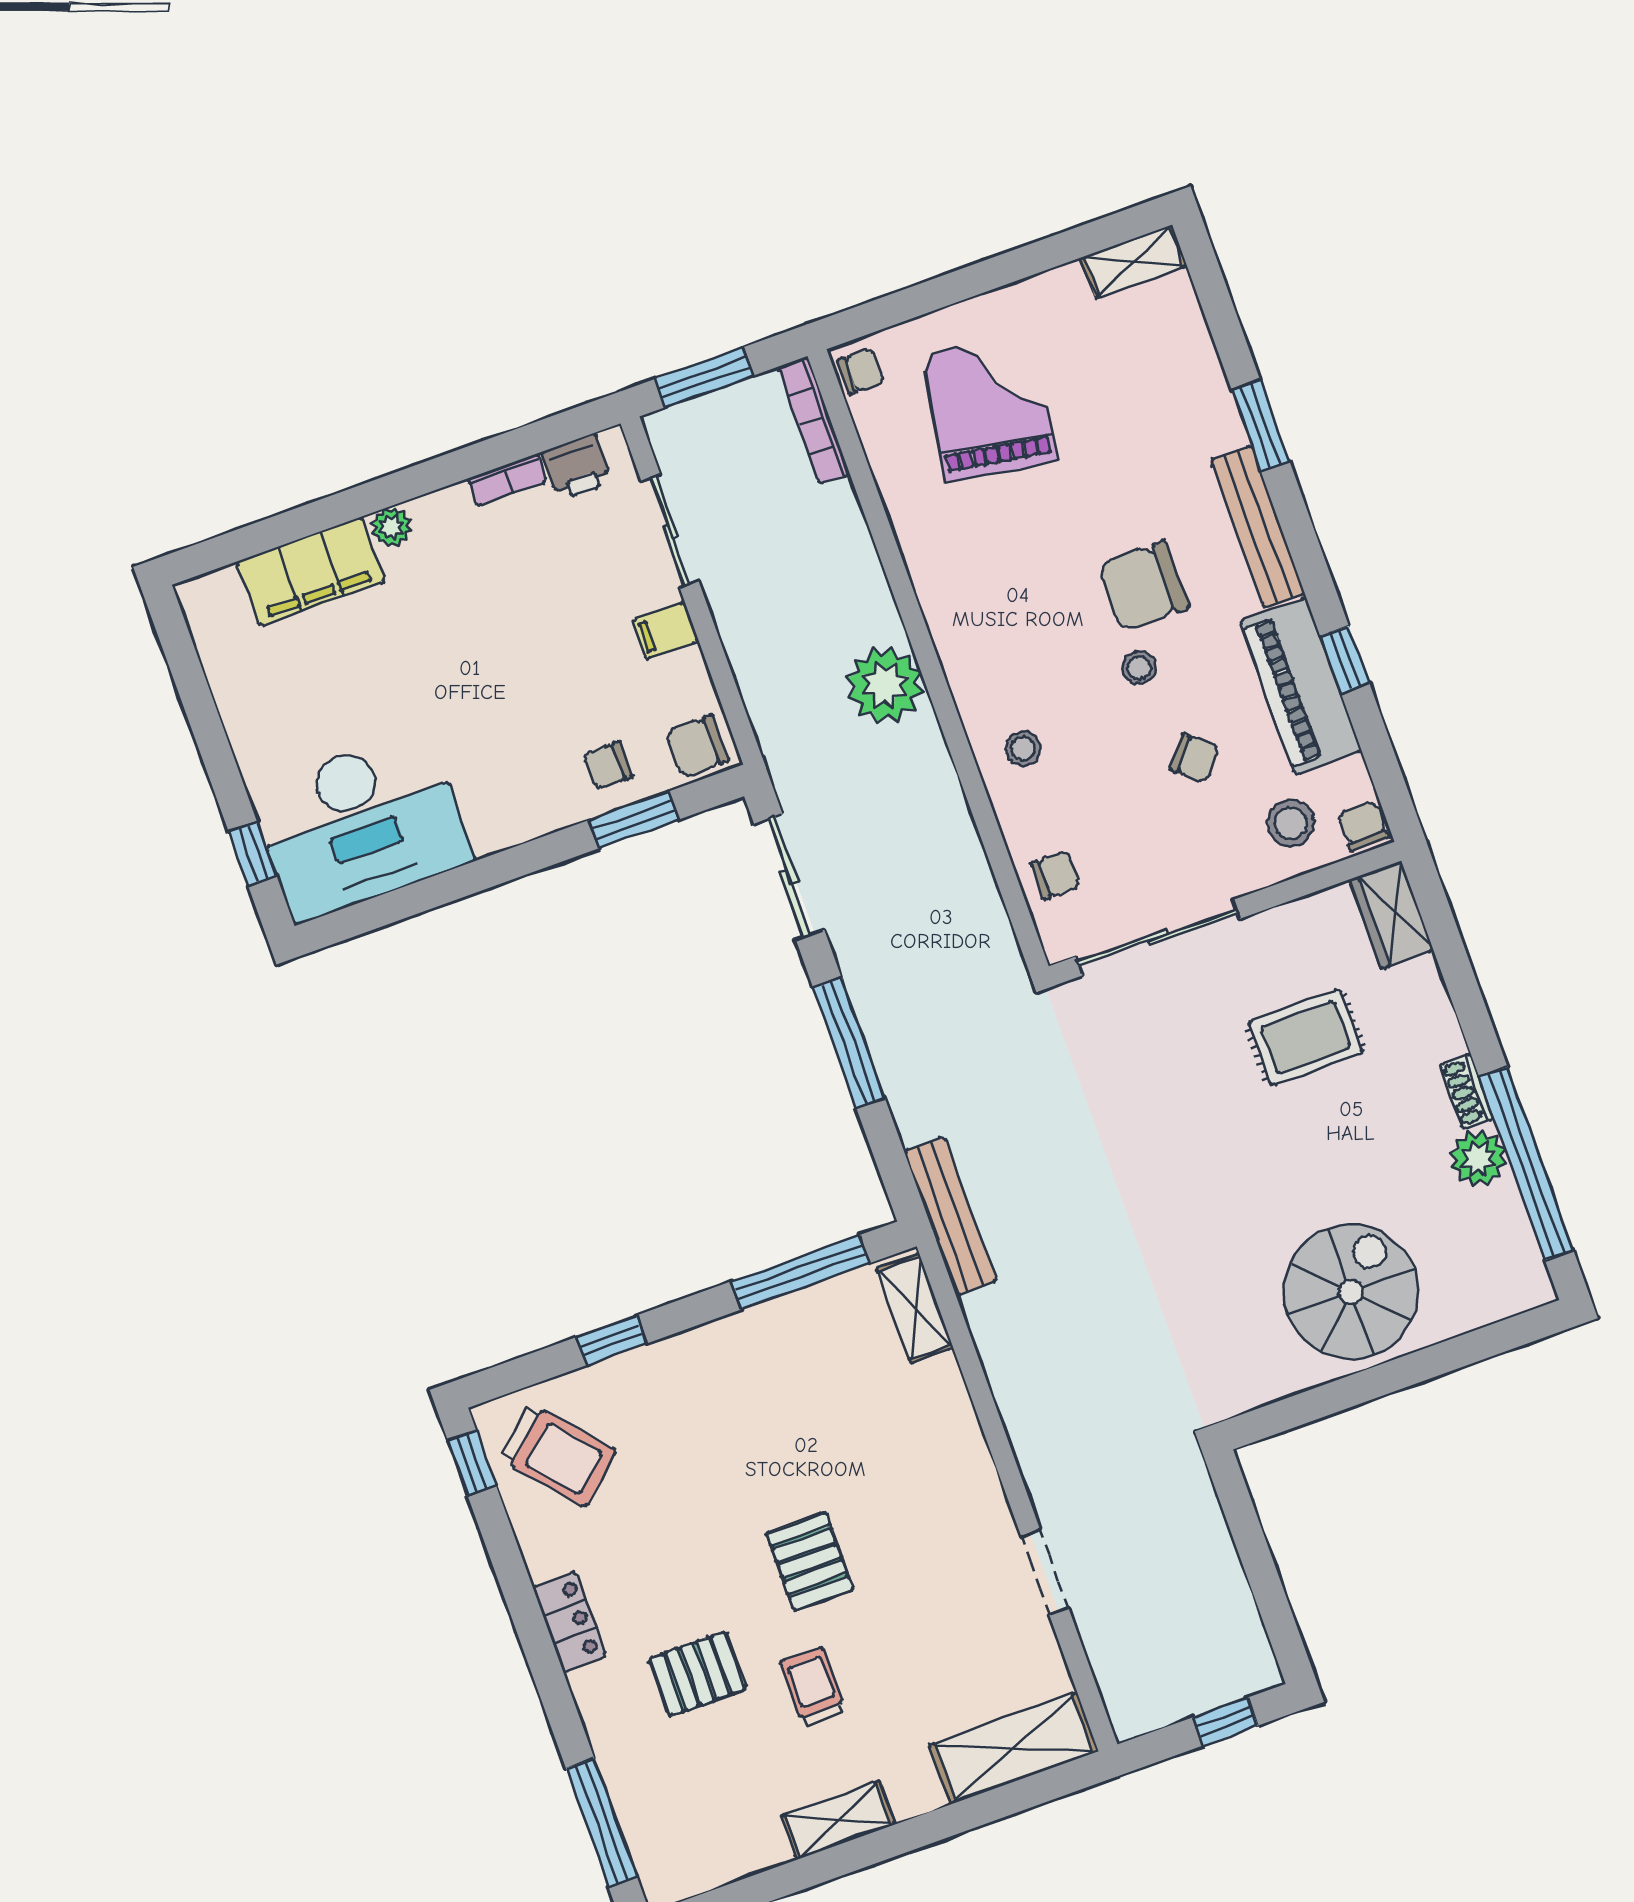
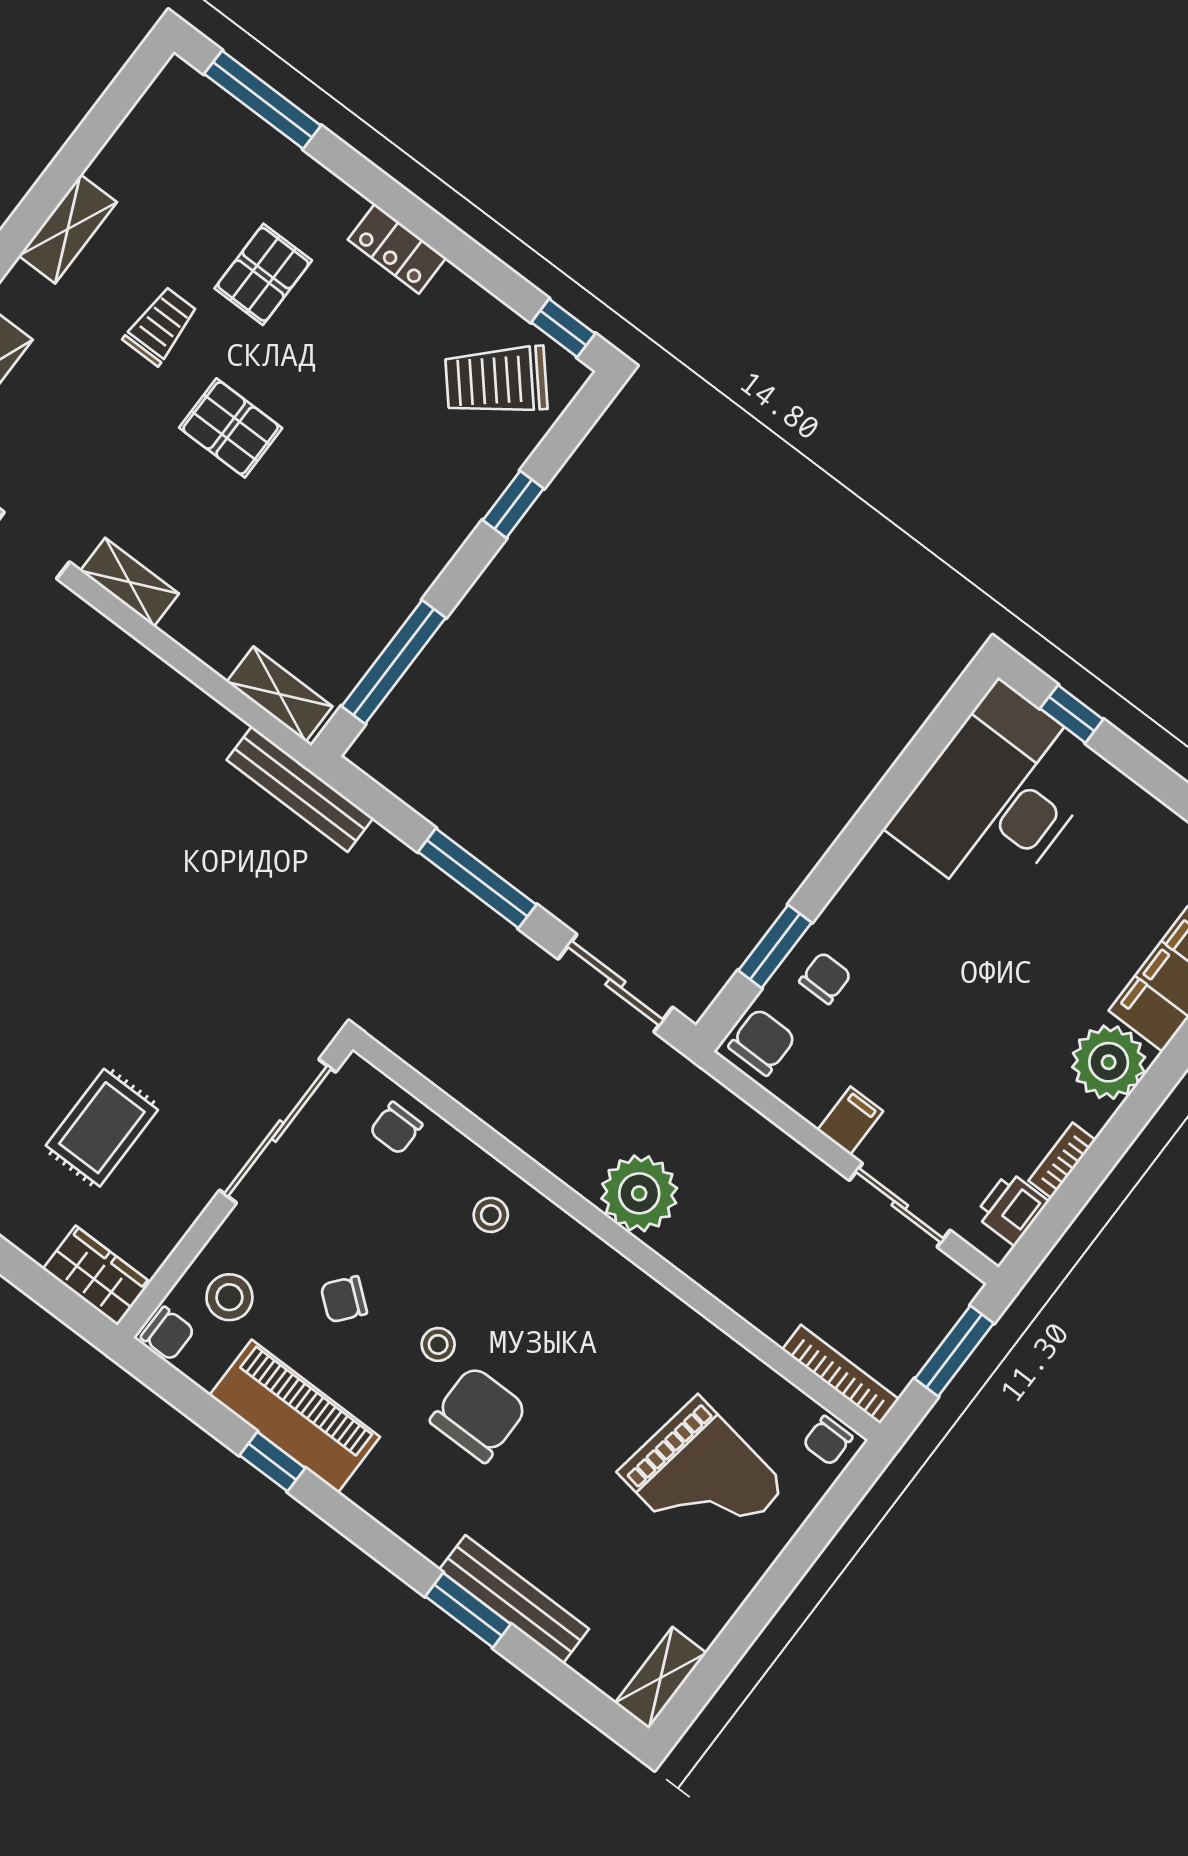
plant: (391, 527) -> (1109, 1062), width x1.87, depth x1.87
bench: (1258, 527) -> (514, 1599), moved
shelving: (981, 1486) -> (130, 582), added
trolley: (813, 1687) -> (161, 326), turned -90

